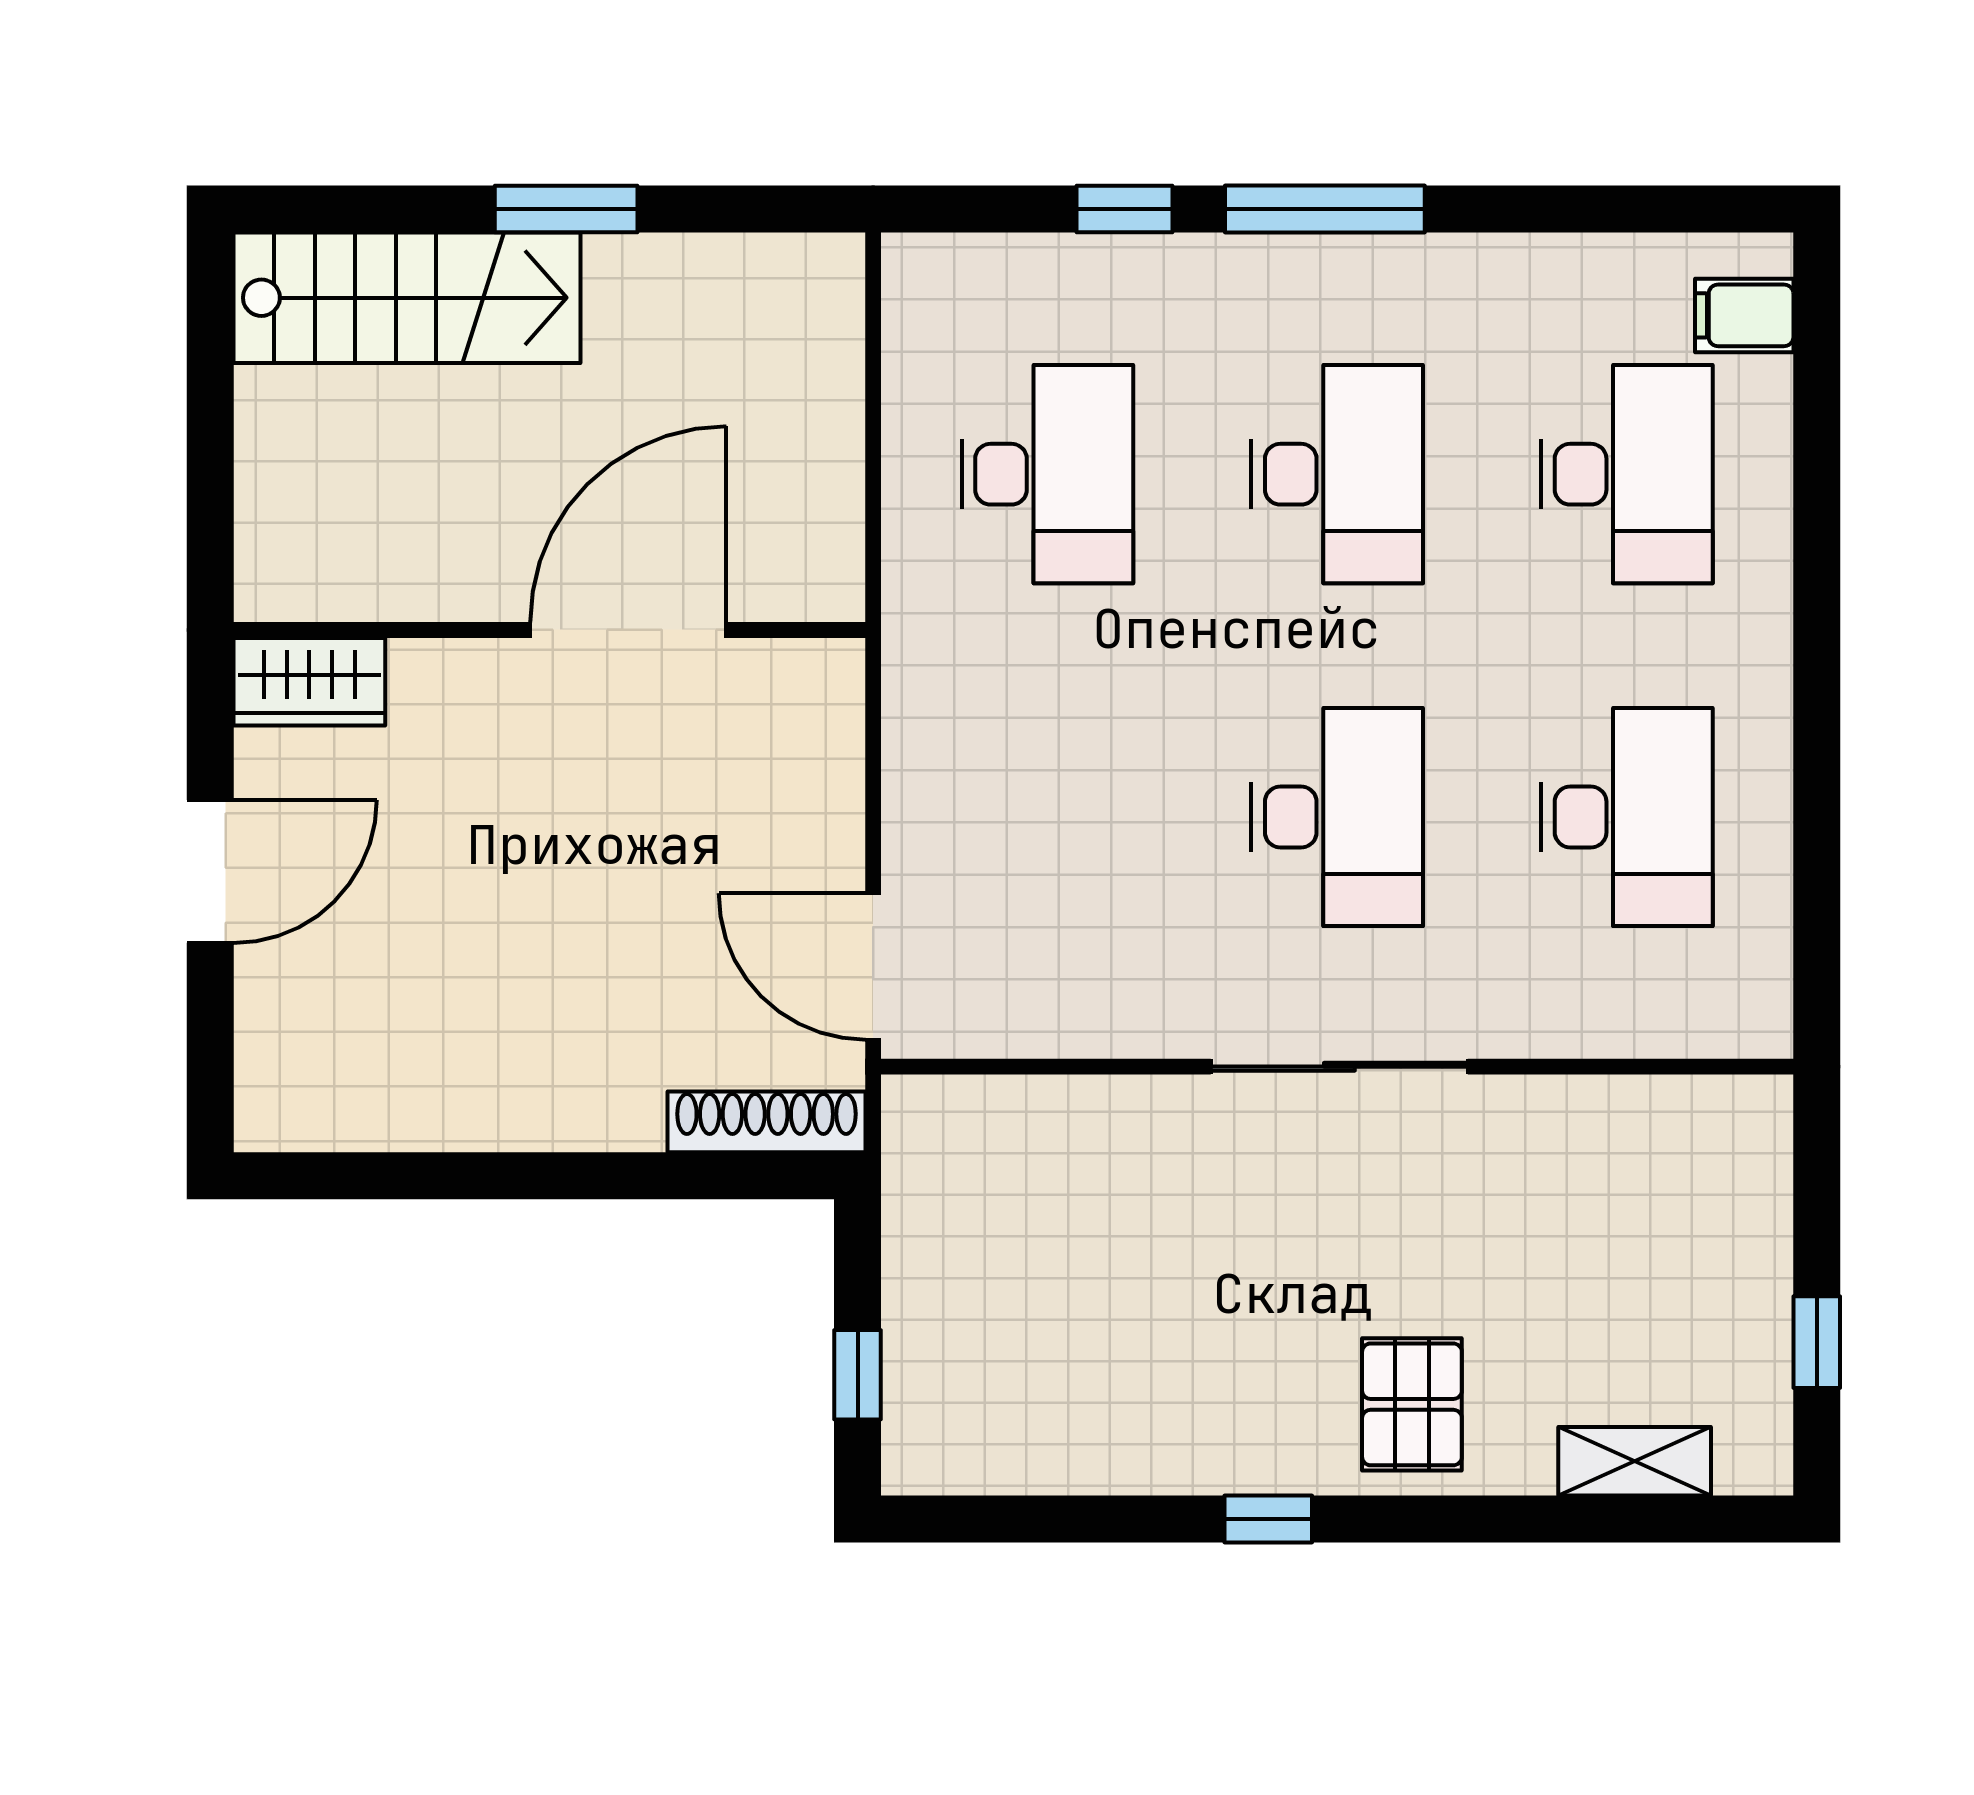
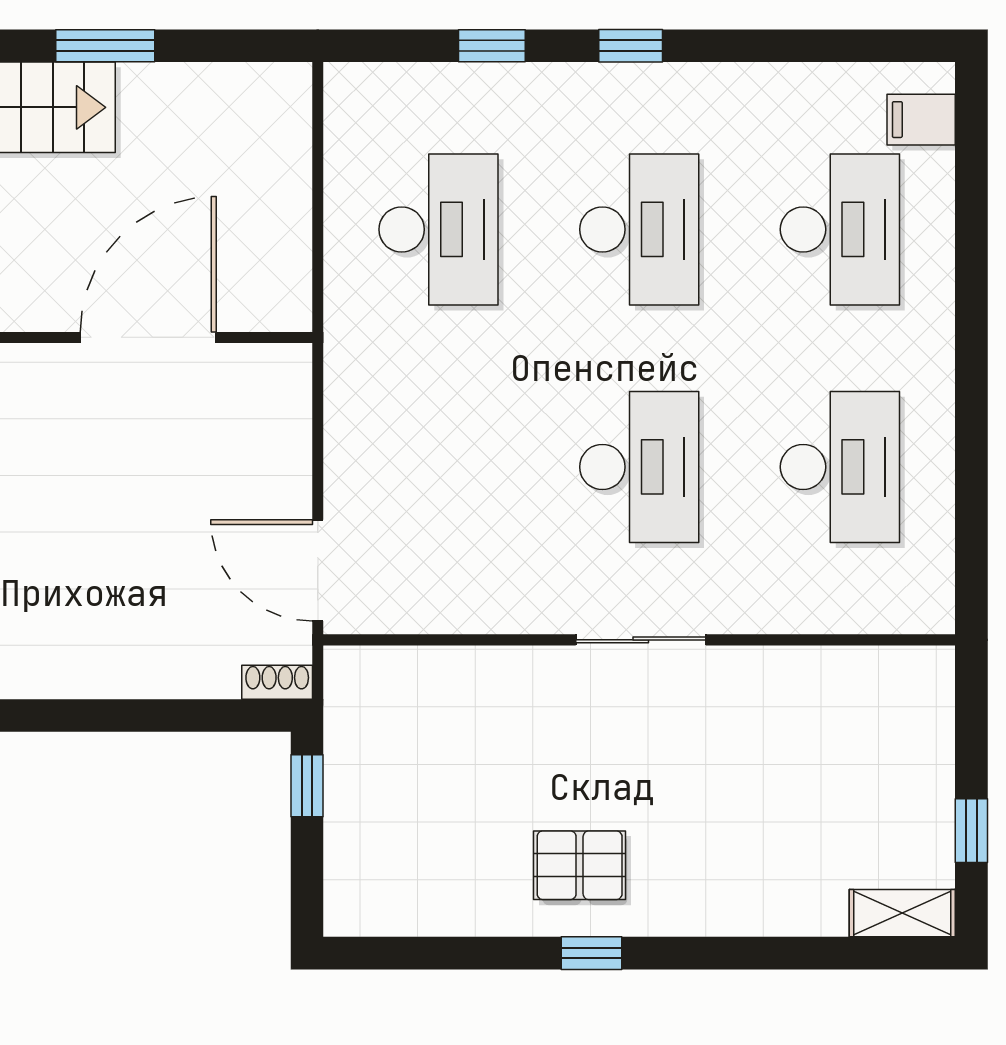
window: (1325, 209) -> (631, 46), width x0.46
sliding door: (1339, 1067) -> (641, 640), width x0.73
shoe rack: (766, 1122) -> (277, 682), width x0.51, depth x0.81
window: (858, 1375) -> (307, 786), moved
pallet: (1412, 1404) -> (580, 865), moved, turned 90
shelving: (1635, 1461) -> (902, 913), moved

